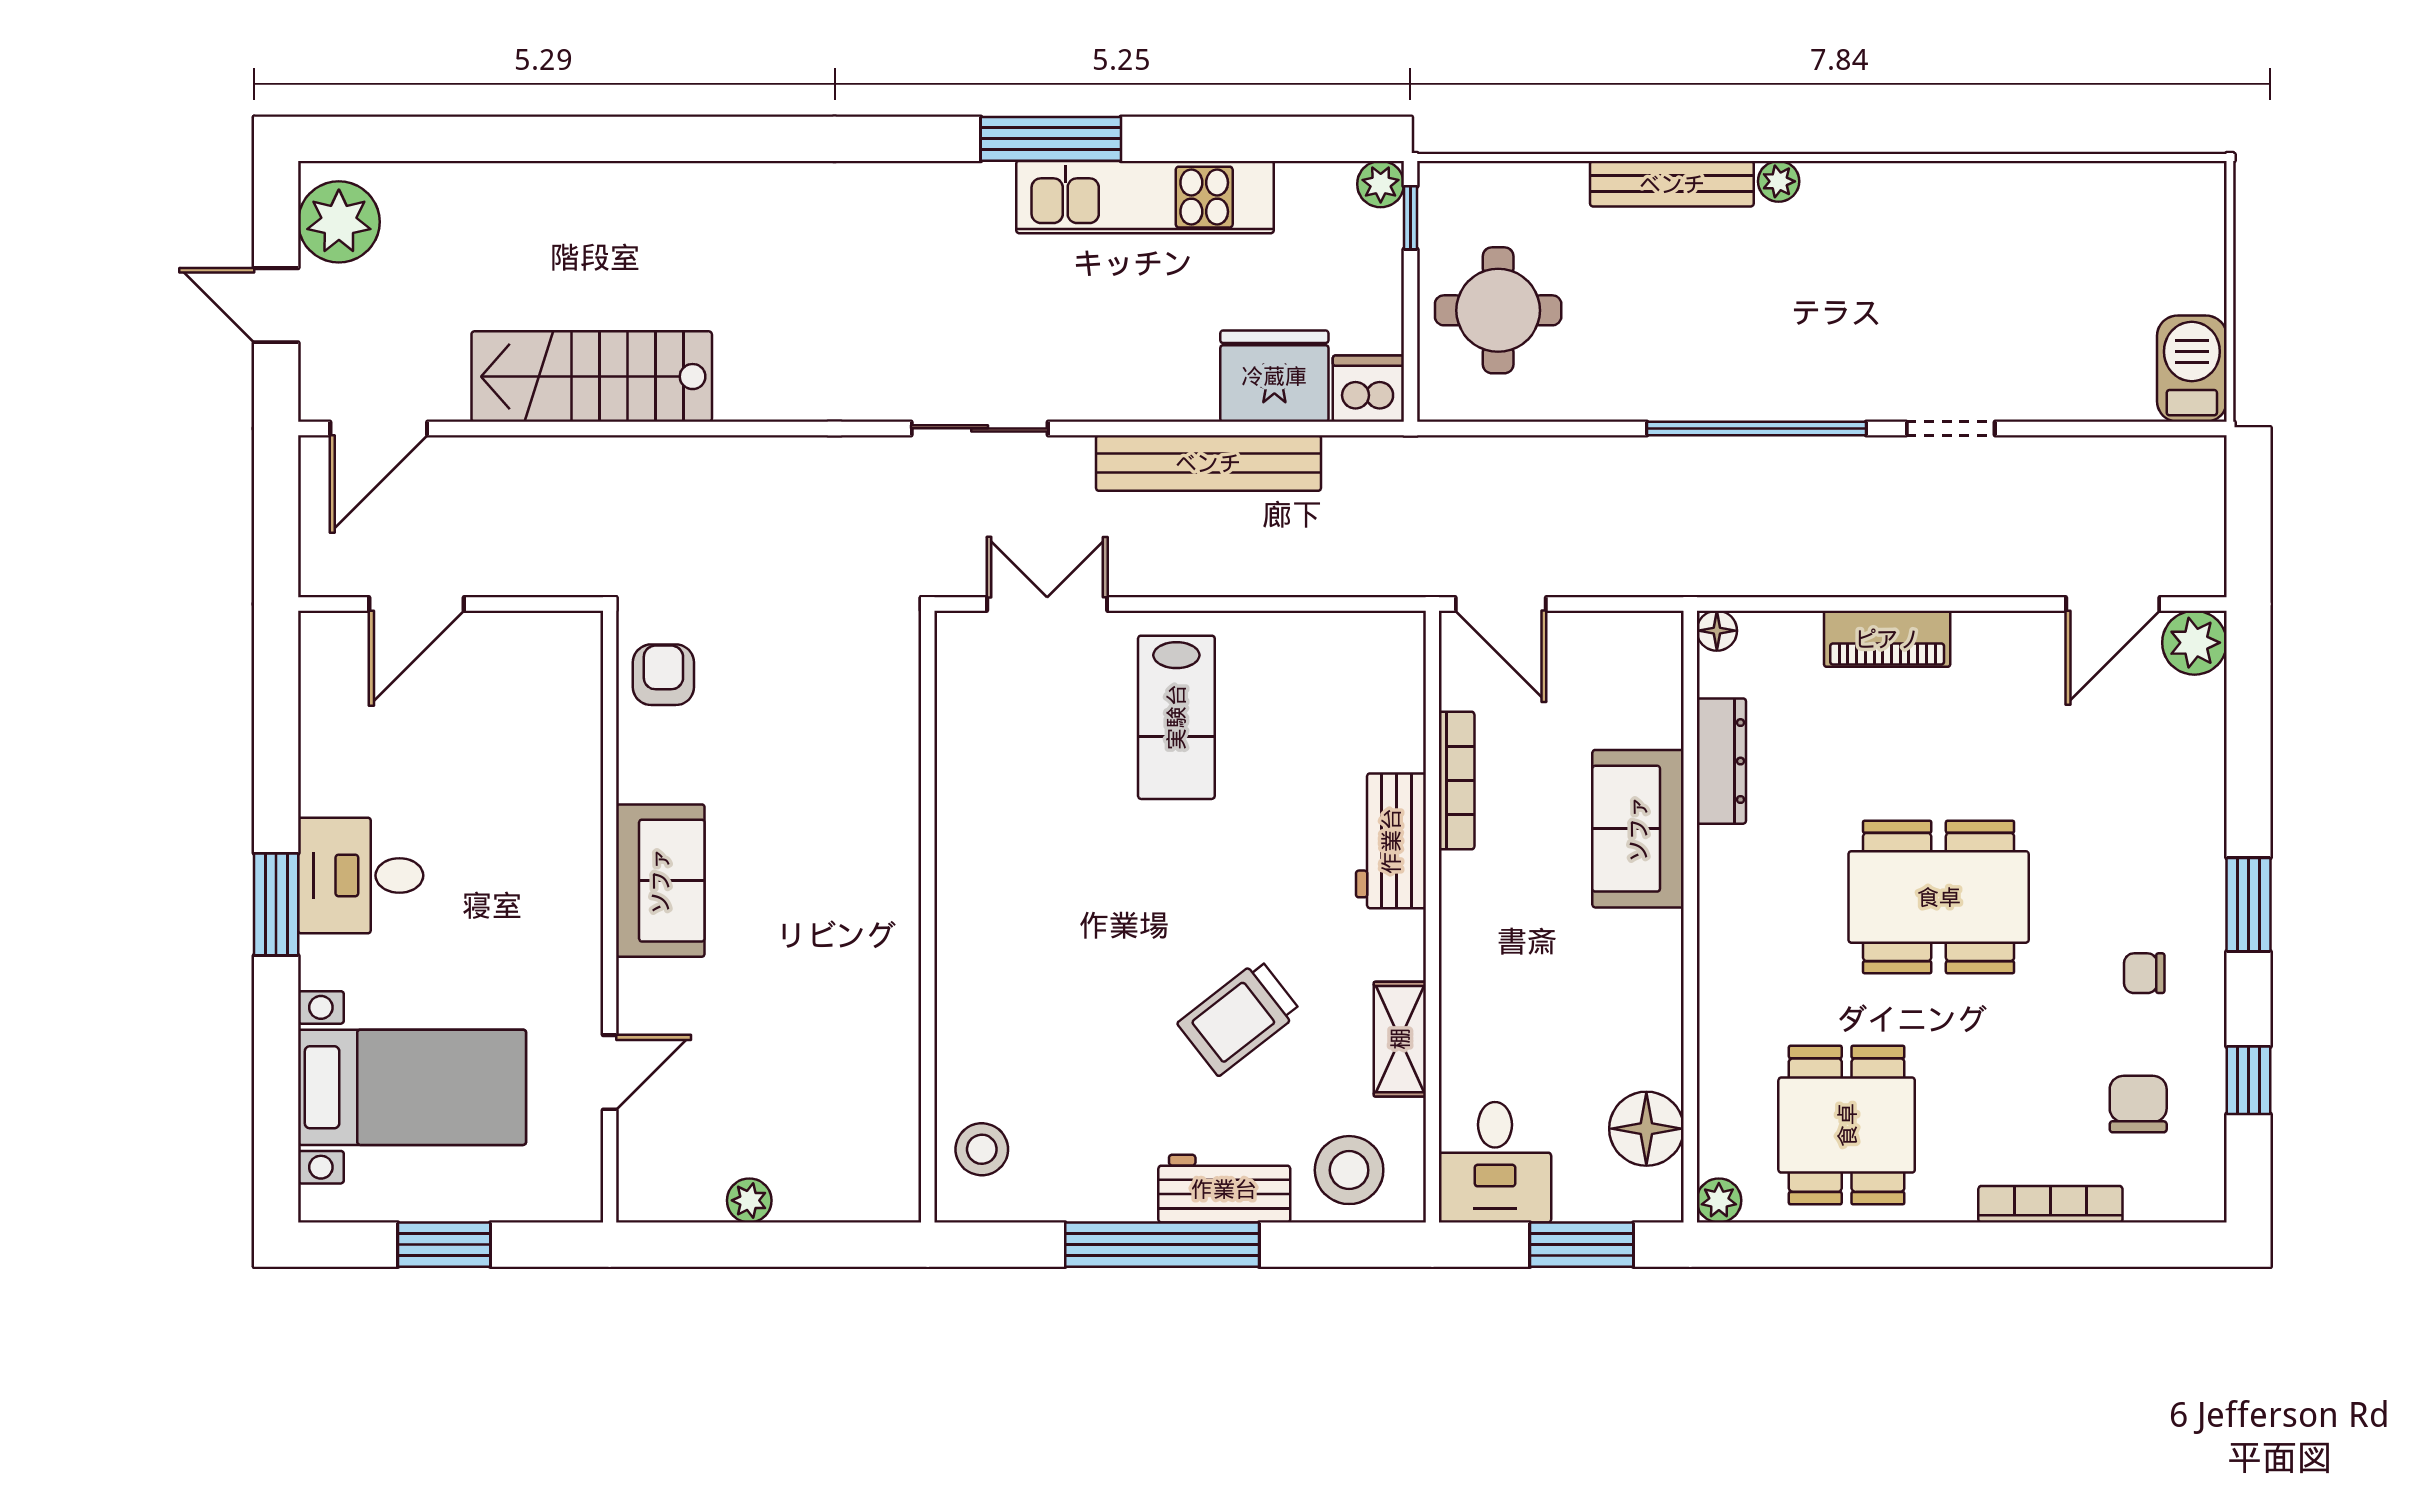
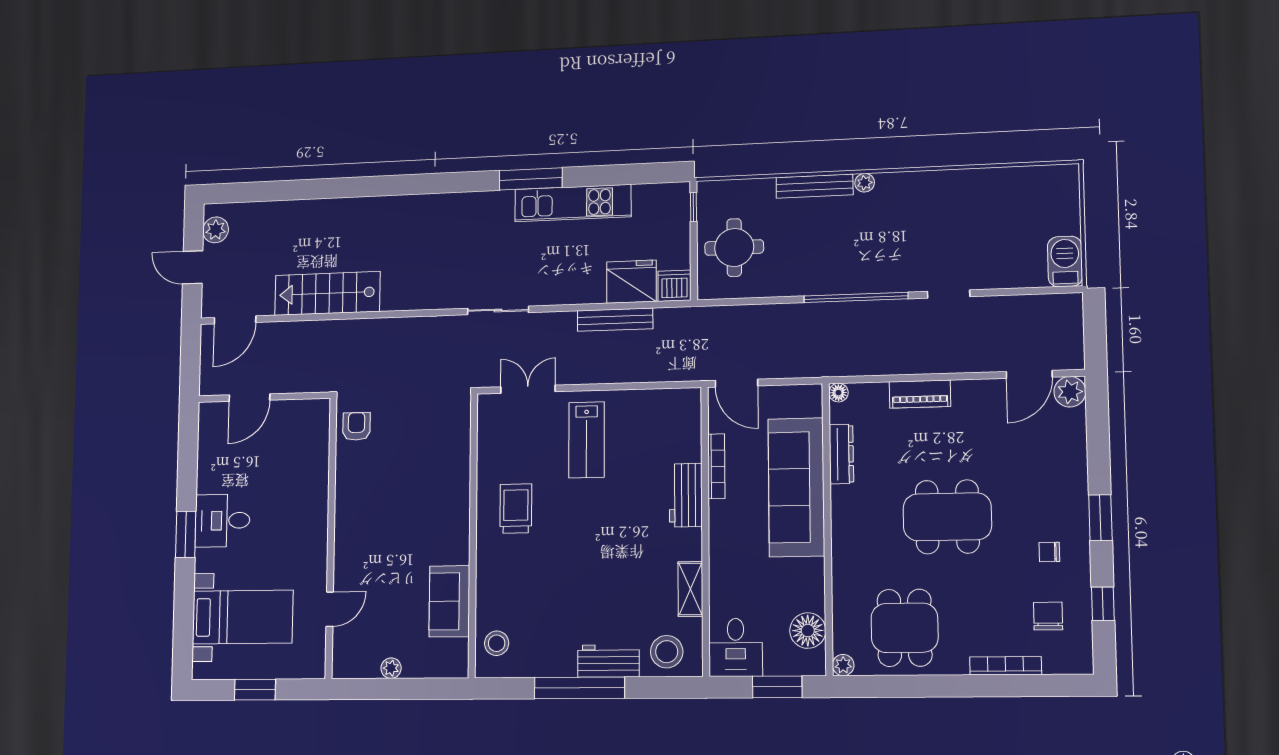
plant: (1381, 184) -> (680, 192), removed
plant: (339, 222) -> (216, 230), width x0.73, depth x0.73
bench: (1208, 463) -> (615, 320), width x0.73, depth x0.82
sofa: (1638, 829) -> (796, 487), width x1.85, depth x1.27
sofa: (660, 881) -> (449, 601), moved, turned 180
trolley: (1239, 1018) -> (516, 509), moved, turned 128

